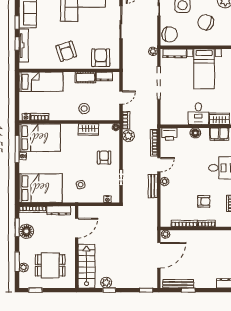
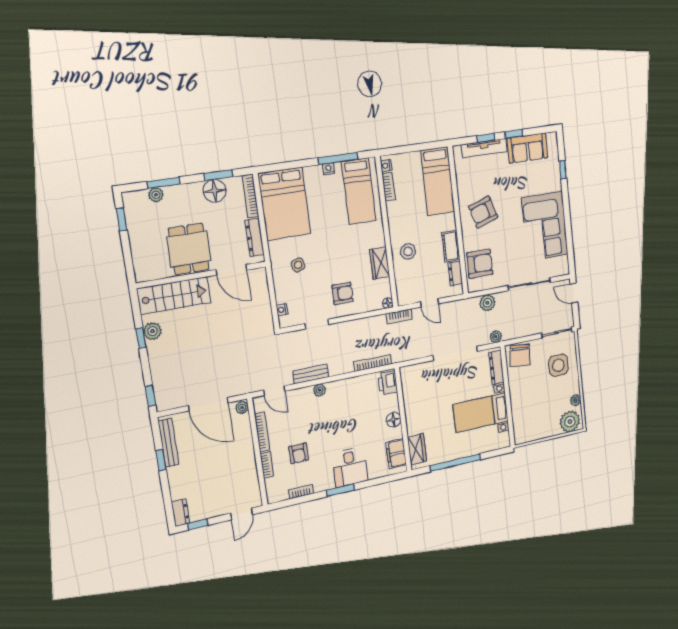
chair: (206, 22) -> (540, 401), removed
desk: (198, 114) -> (420, 418), removed
plant: (128, 136) -> (487, 303), moved
bed: (40, 138) -> (359, 191), width x0.67
door: (159, 165) -> (274, 391), moved
dining table: (50, 265) -> (189, 249), moved

